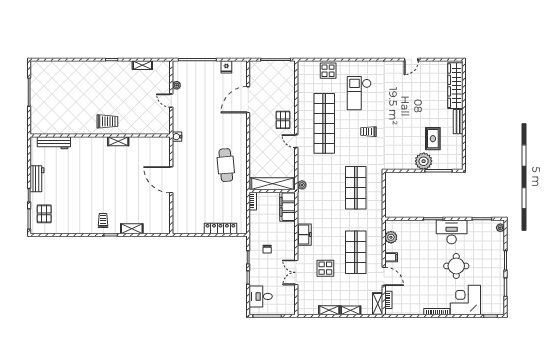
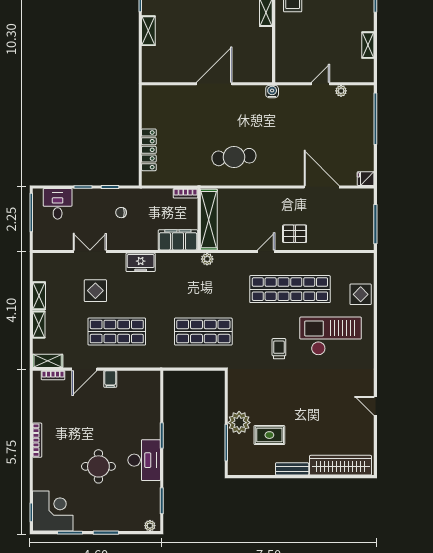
fridge: (226, 67) -> (366, 179), moved
checkout: (359, 93) -> (331, 336), width x1.36, depth x1.21
plant: (391, 237) -> (137, 379), removed
corner desk: (465, 300) -> (53, 511), moved

